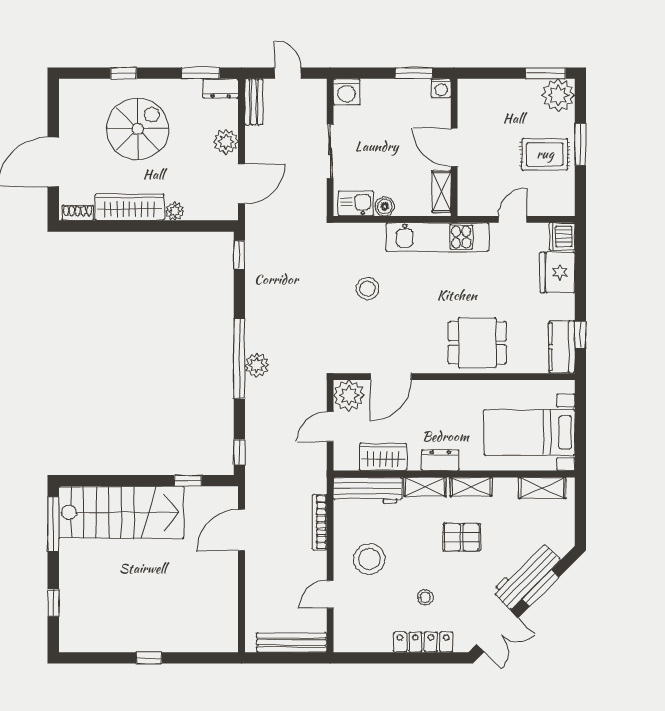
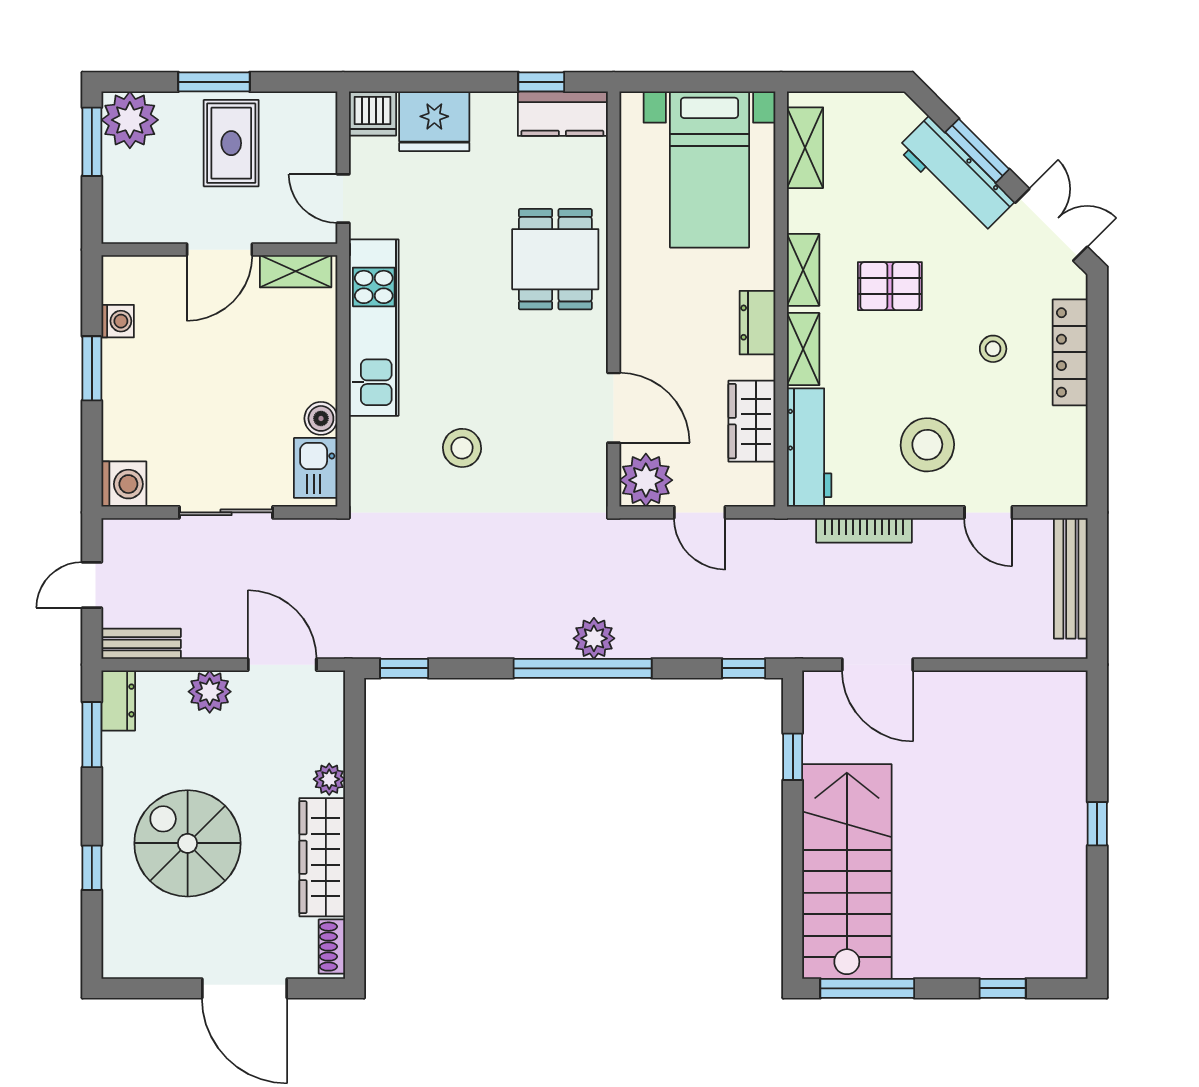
door: (454, 147) -> (219, 250), moved
wall: (454, 147) -> (219, 250), moved
shelving: (441, 192) -> (296, 271), moved
pallet: (462, 537) -> (890, 286), turned 90

